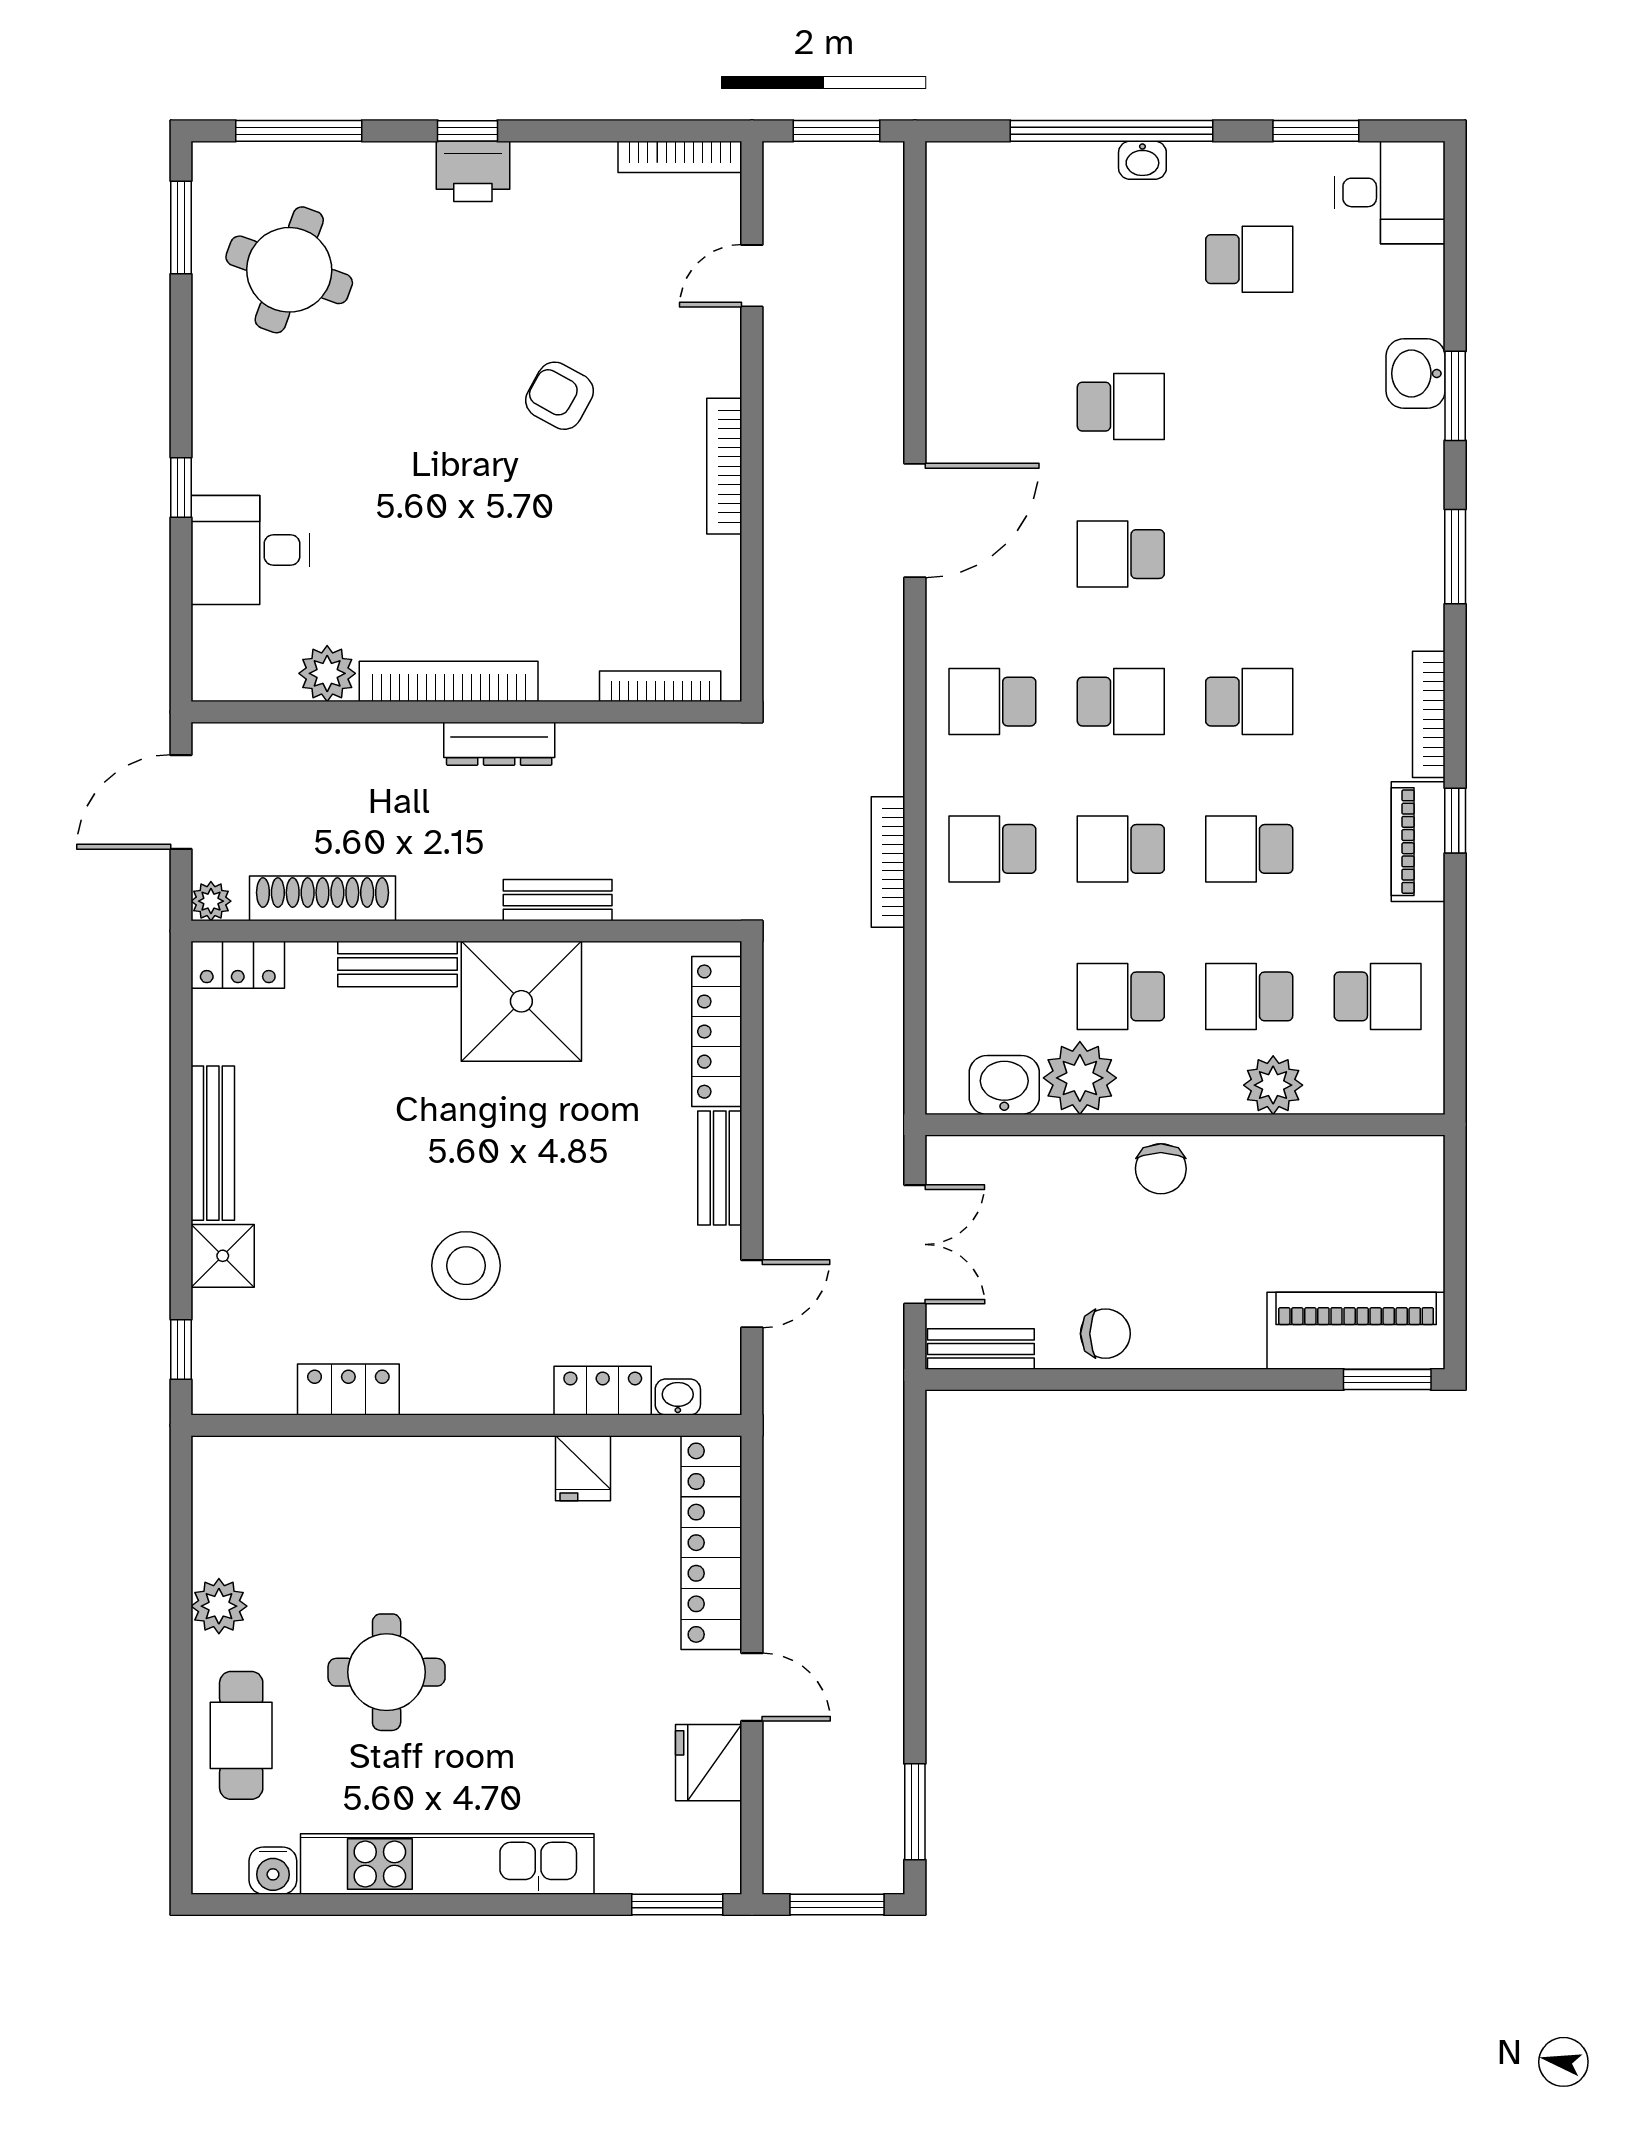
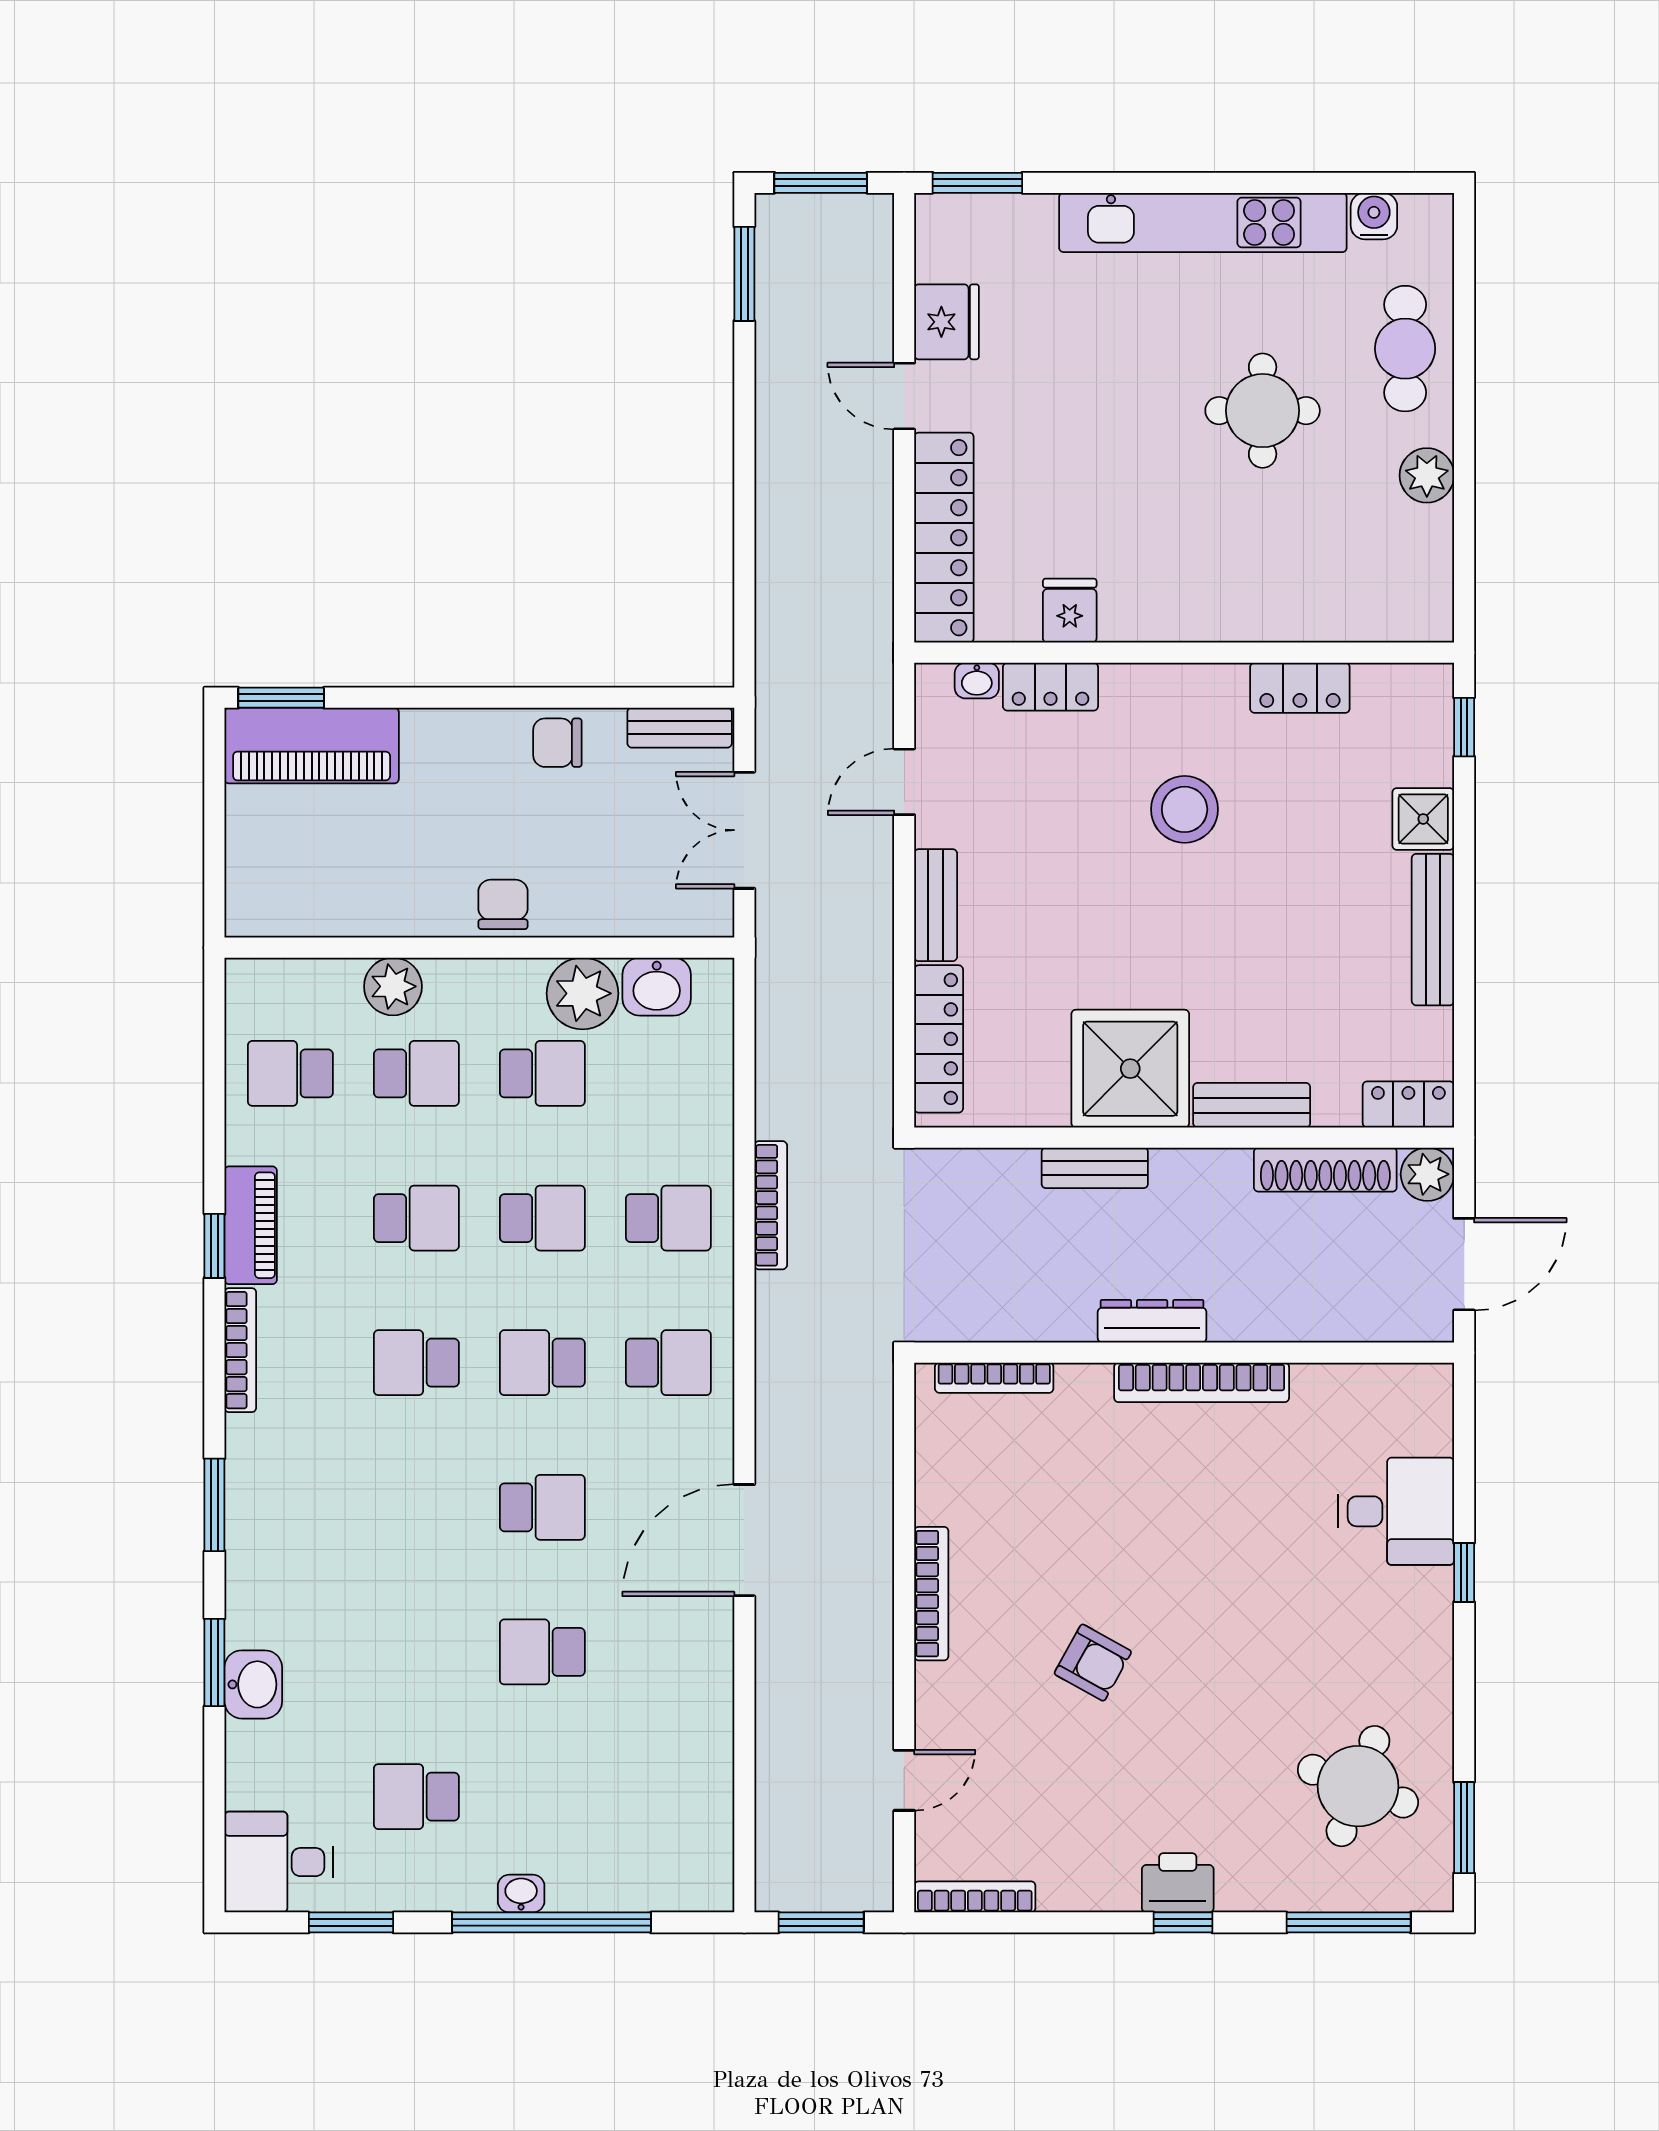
plant: (327, 673) -> (1321, 1390), removed
plant: (211, 901) -> (1427, 1174), width x1.38, depth x1.38

